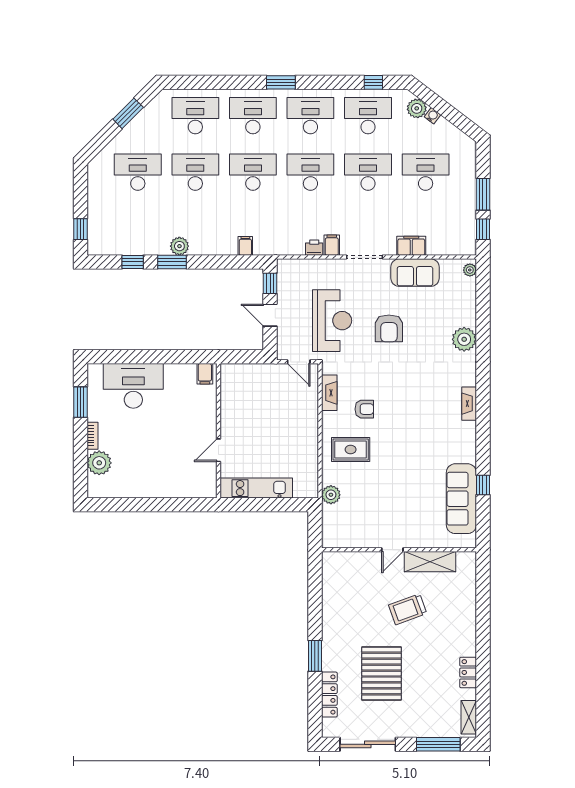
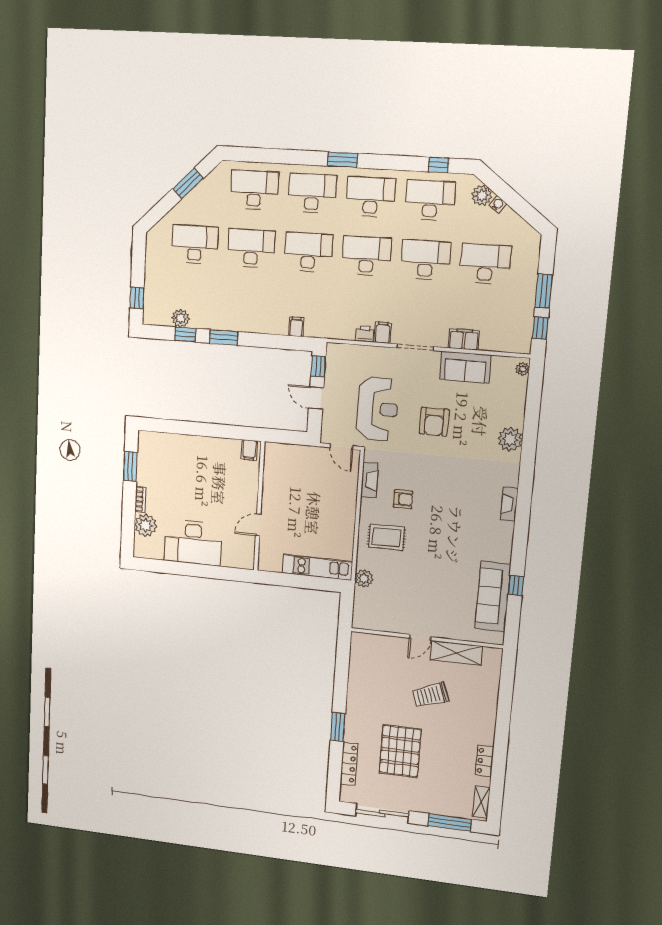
plant: (179, 246) -> (181, 318), moved
desk: (133, 386) -> (193, 542), moved, turned 180
kitchen unit: (257, 488) -> (317, 567), moved

